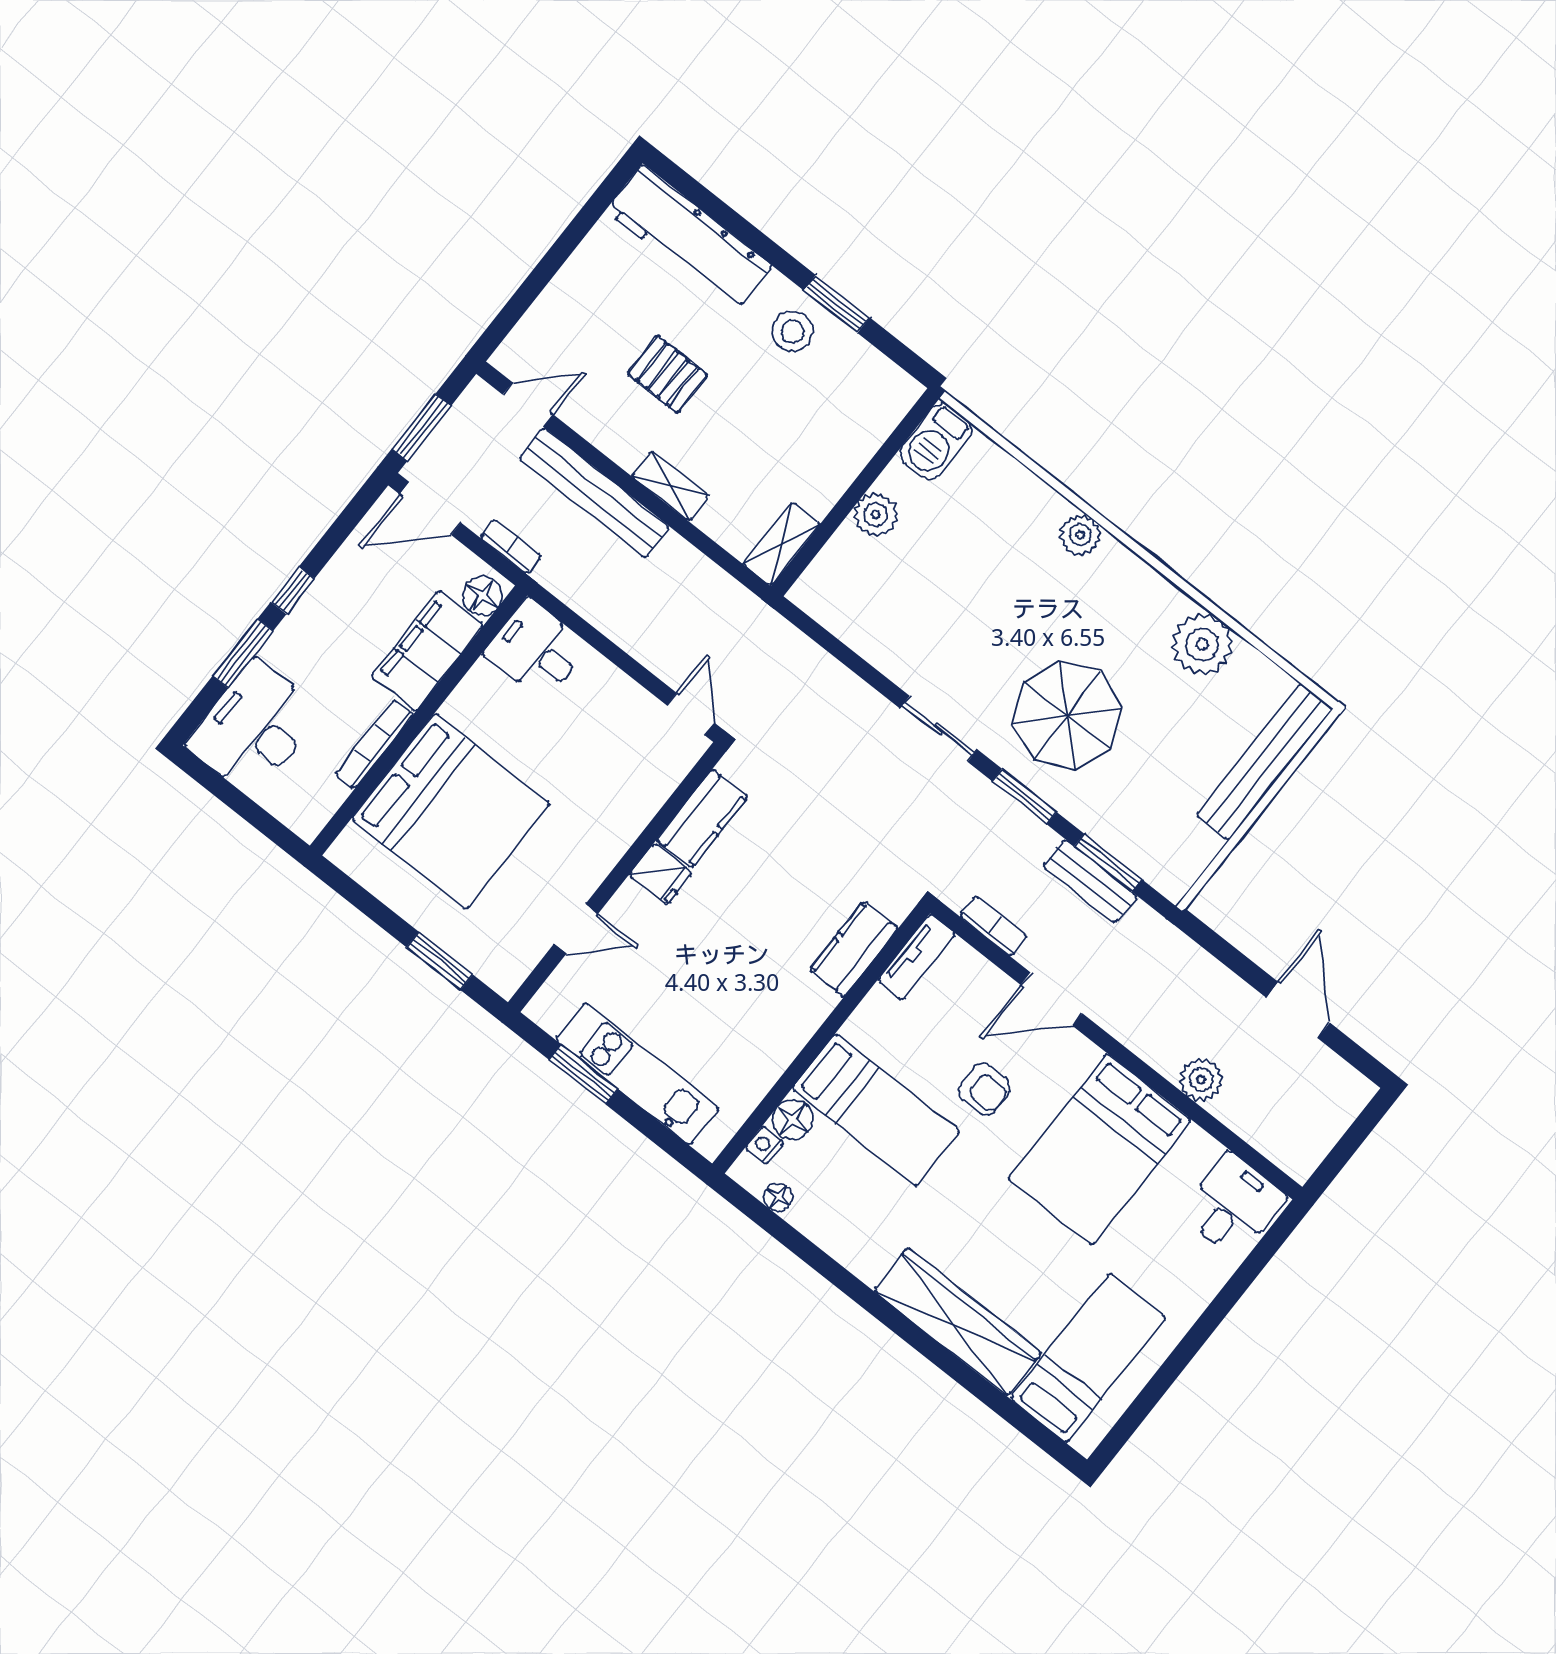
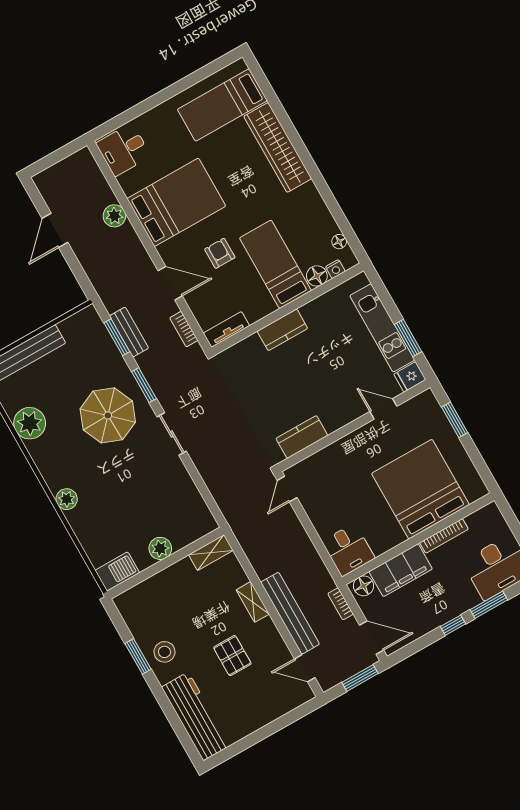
fridge: (661, 874) -> (410, 377), moved, turned -90
kitchen counter: (854, 949) -> (282, 330), moved

